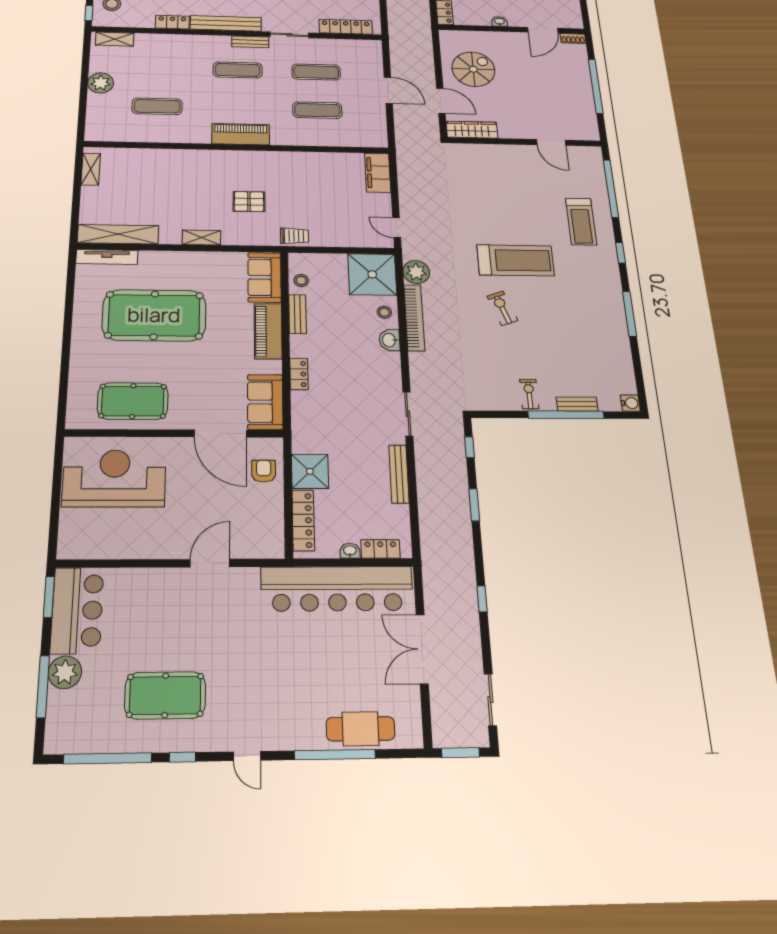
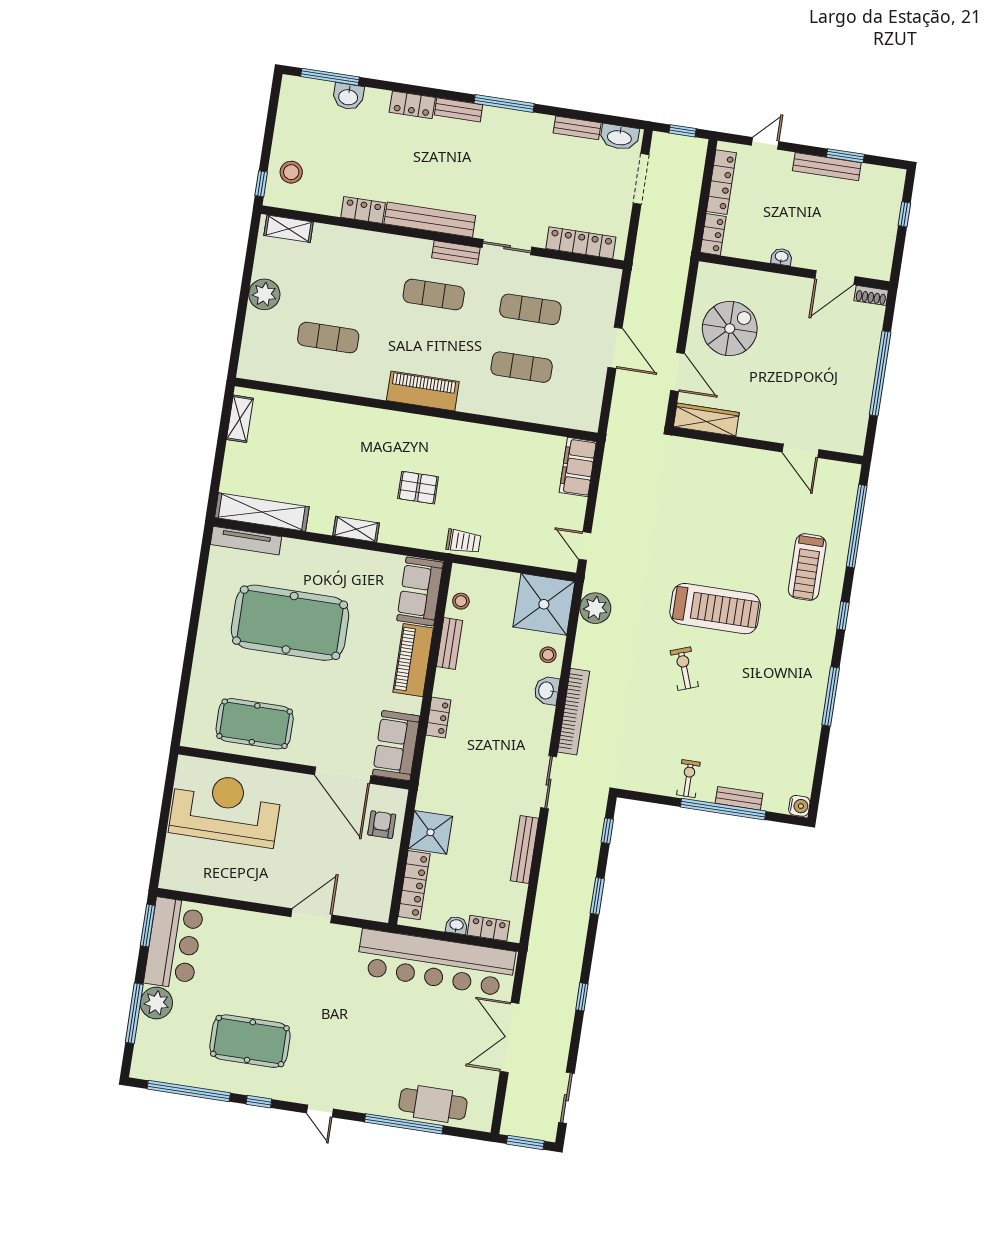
bookcase: (414, 318) -> (574, 712), moved

